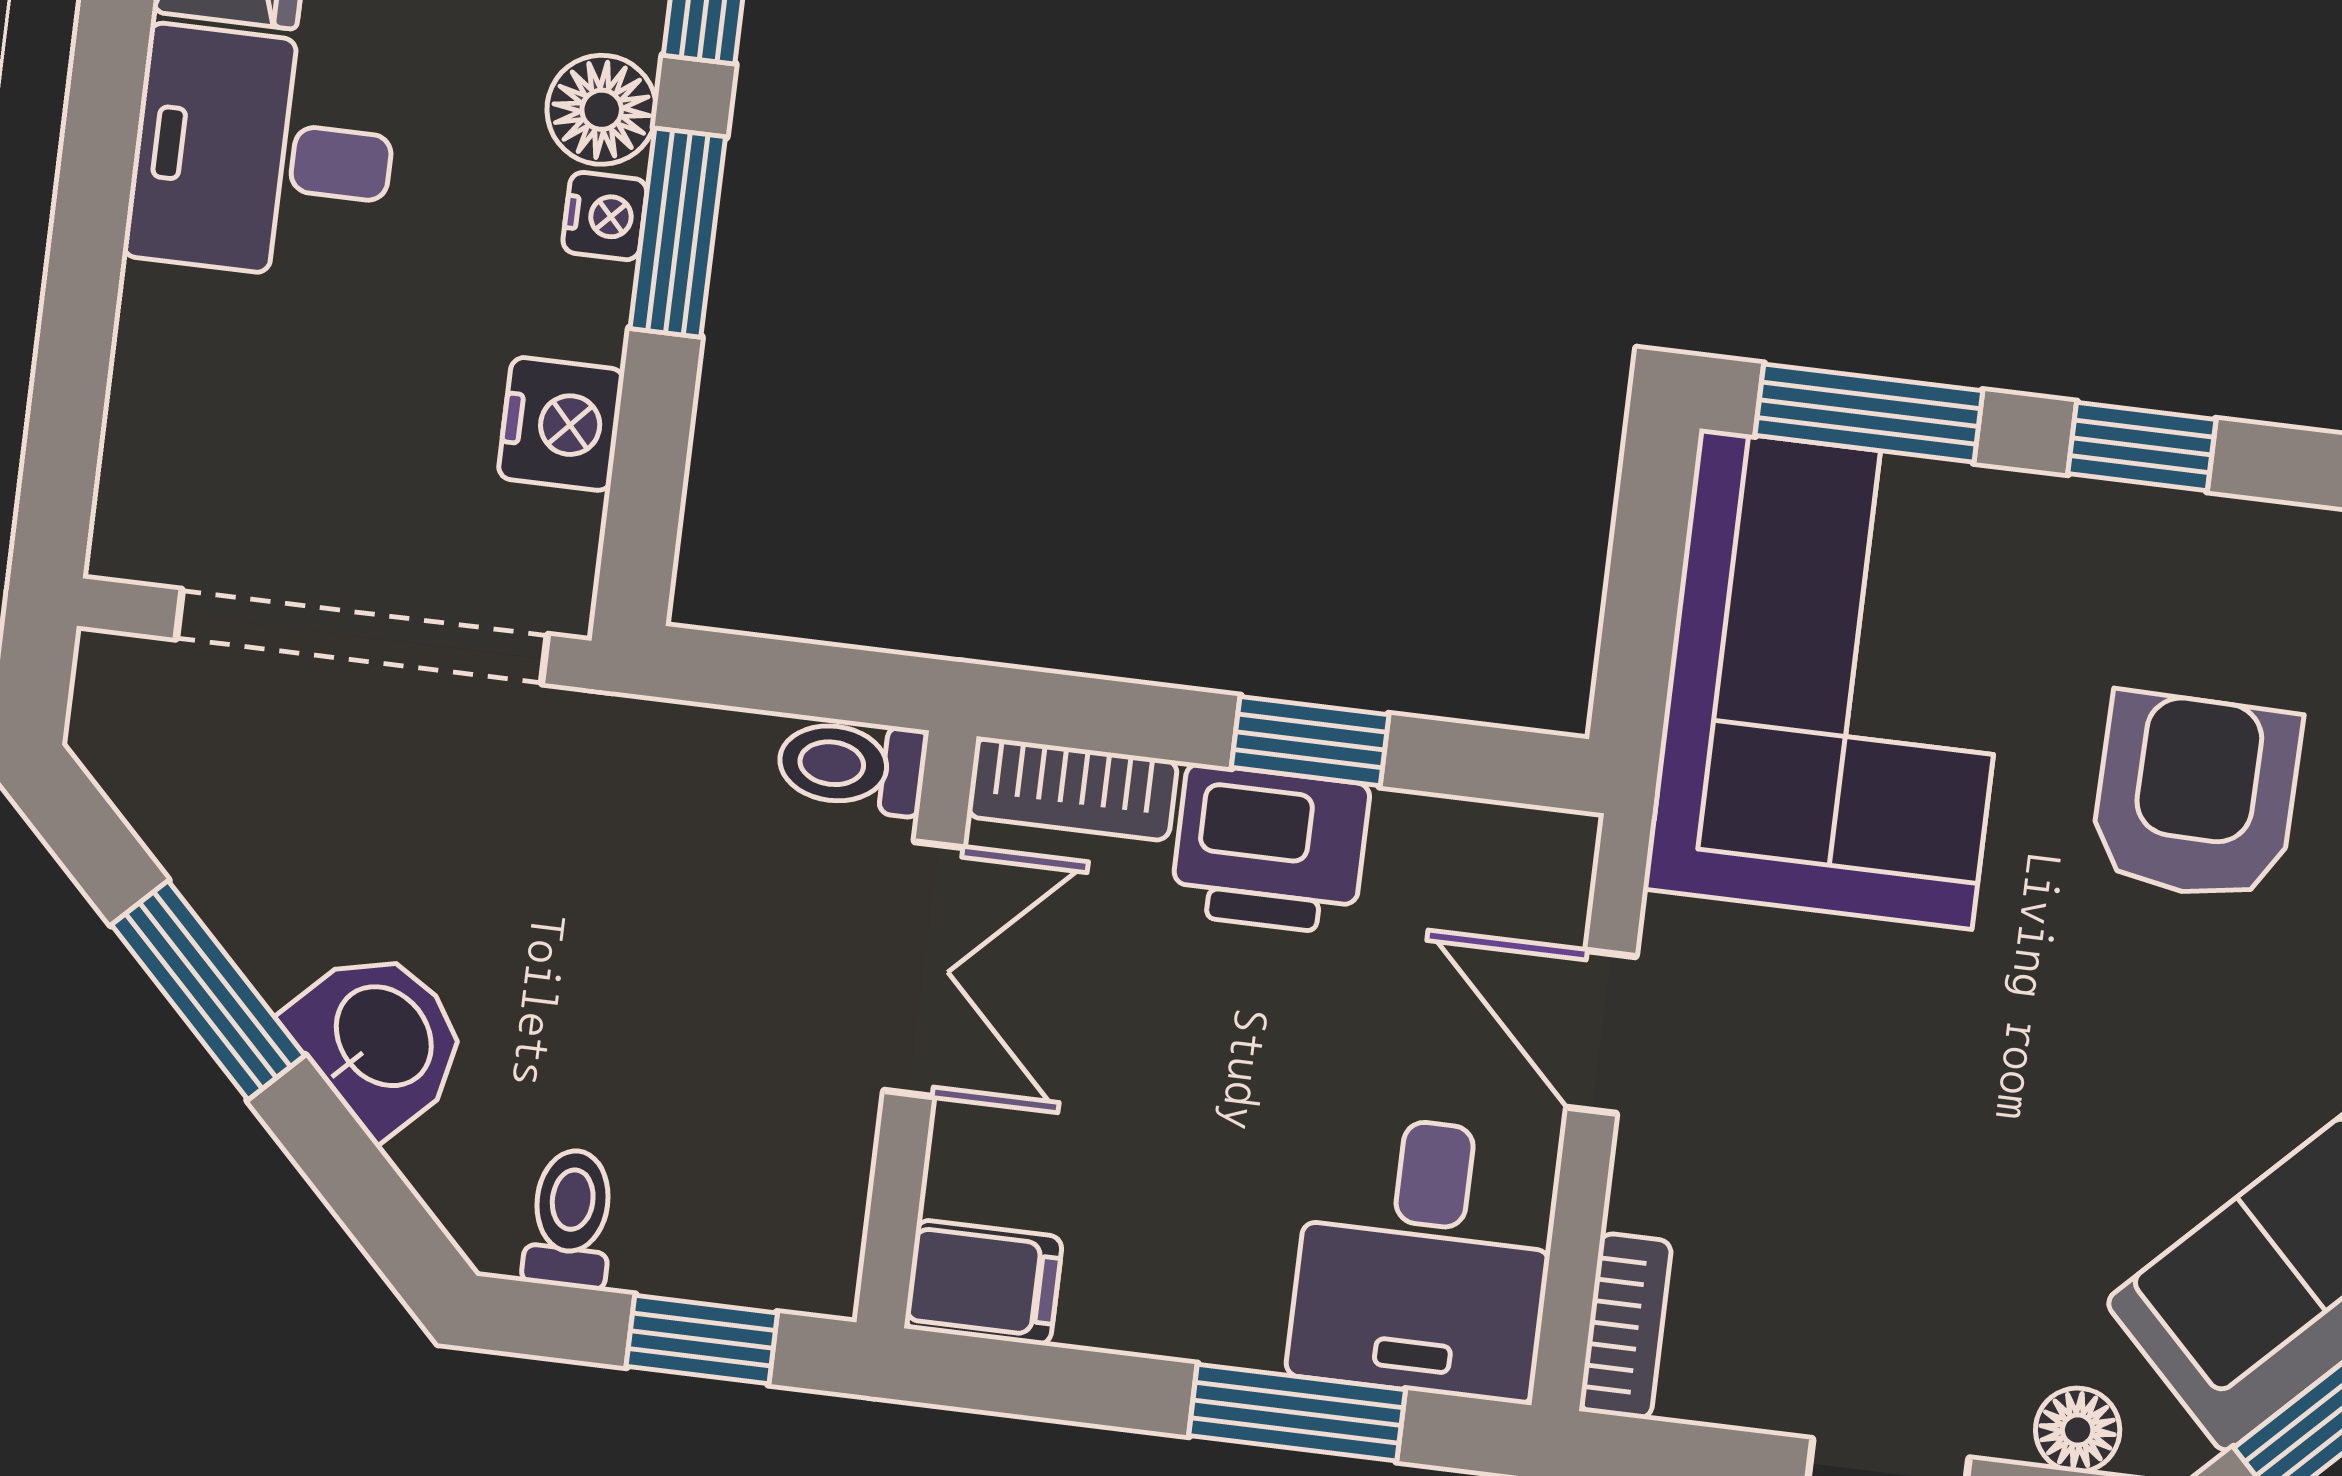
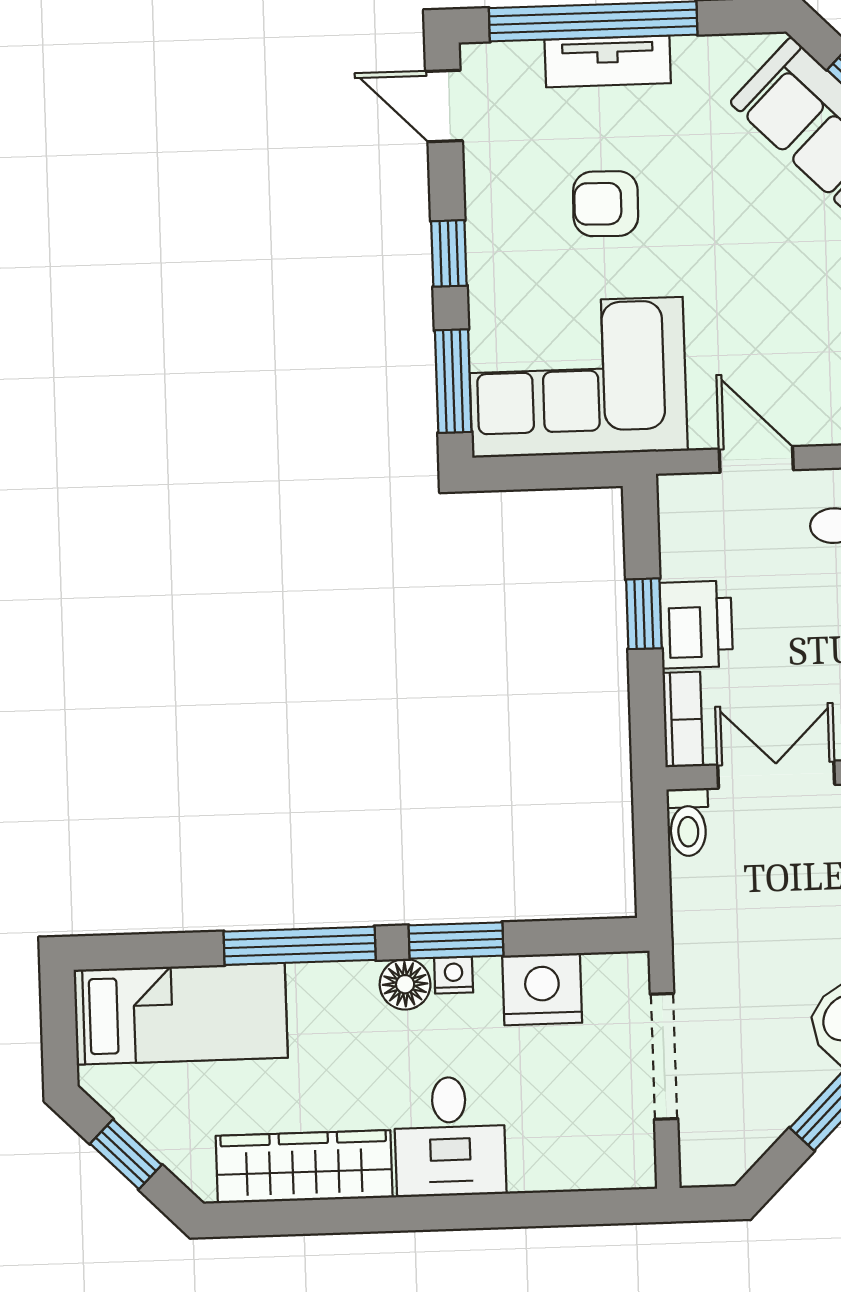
nightstand: (561, 424) -> (542, 989), width x1.36, depth x1.33
doorway: (362, 637) -> (664, 1056), width x0.73
armchair: (2196, 796) -> (606, 204), width x0.72, depth x0.72
door: (1601, 1032) -> (756, 459), swing flipped

